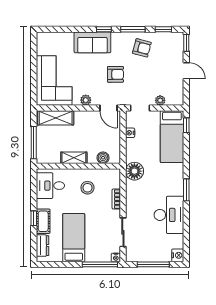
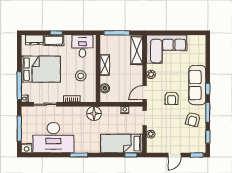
sofa: (92, 42) -> (197, 85), width x1.36
desk: (169, 215) -> (53, 138), width x1.36, depth x1.30
bed: (74, 238) -> (41, 69), width x1.50

